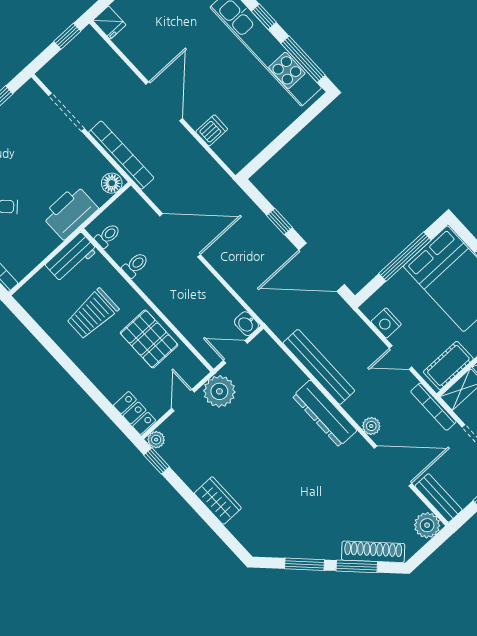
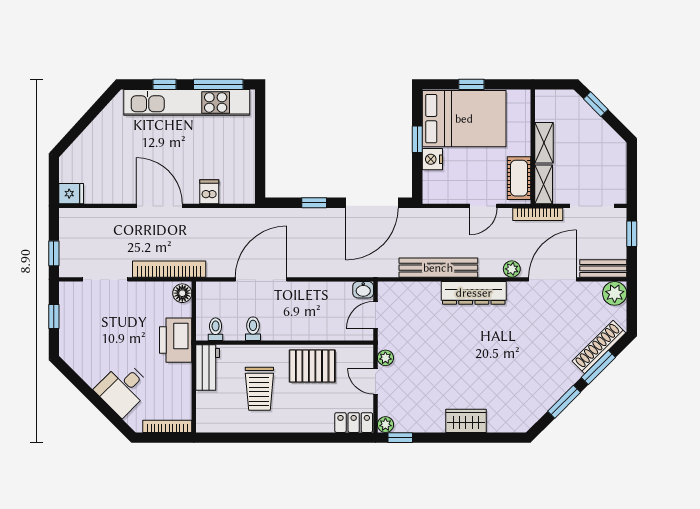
window: (67, 36) -> (54, 253), moved
window: (405, 257) -> (417, 139), width x0.46
nightstand: (386, 323) -> (432, 159), moved, turned 90
plant: (219, 391) -> (385, 358), width x0.53, depth x0.53

